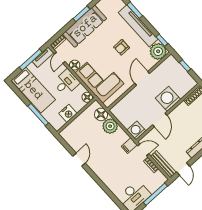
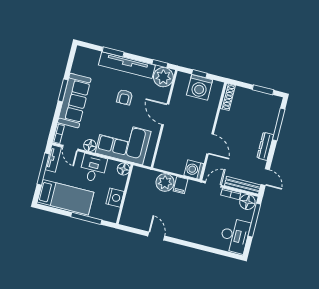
washing machine: (168, 99) -> (200, 87), moved, turned -90
floor lamp: (101, 114) -> (247, 202), moved
filing cabinet: (129, 146) -> (181, 185), moved

